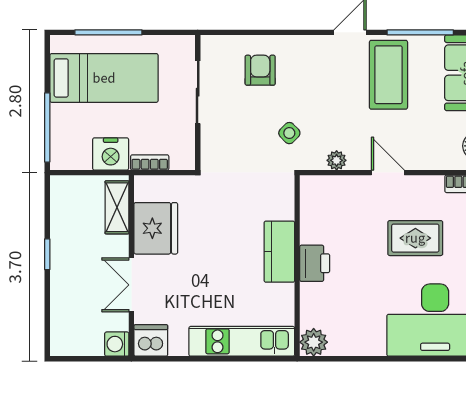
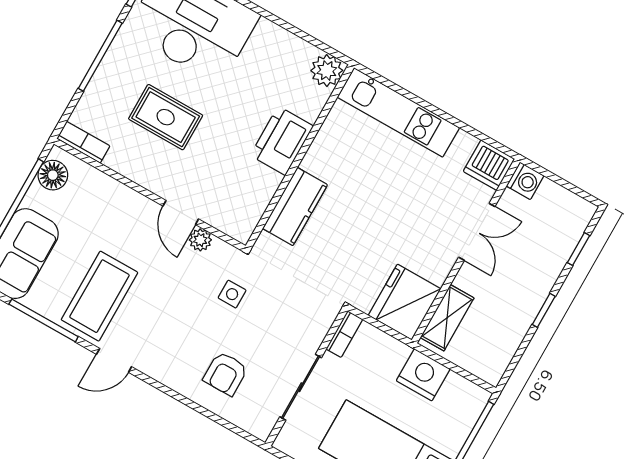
side table: (289, 133) -> (232, 294), turned 45
bookcase: (150, 162) -> (344, 334), moved, turned -90
door: (388, 173) -> (181, 212), moved
fridge: (156, 228) -> (405, 302), moved
kitchen counter: (279, 252) -> (295, 207), moved
printer: (315, 263) -> (282, 141), width x1.37, depth x1.19
window: (47, 316) -> (579, 249), added

